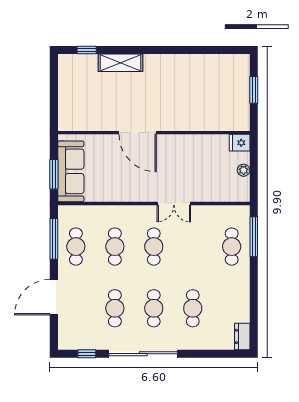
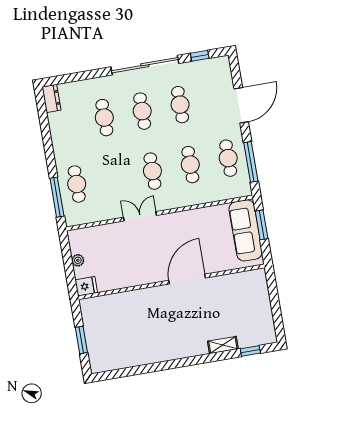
shelving: (120, 63) -> (223, 345), width x0.67, depth x0.75
door: (138, 133) -> (187, 279), hinge flipped

